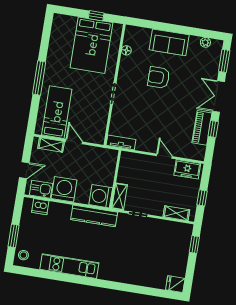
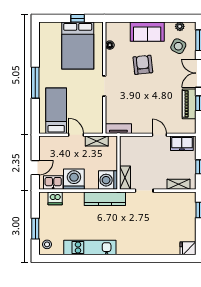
side table: (200, 64) -> (178, 46), added
armchair: (159, 77) -> (143, 65), turned 84
shelving: (51, 145) -> (97, 141), moved

